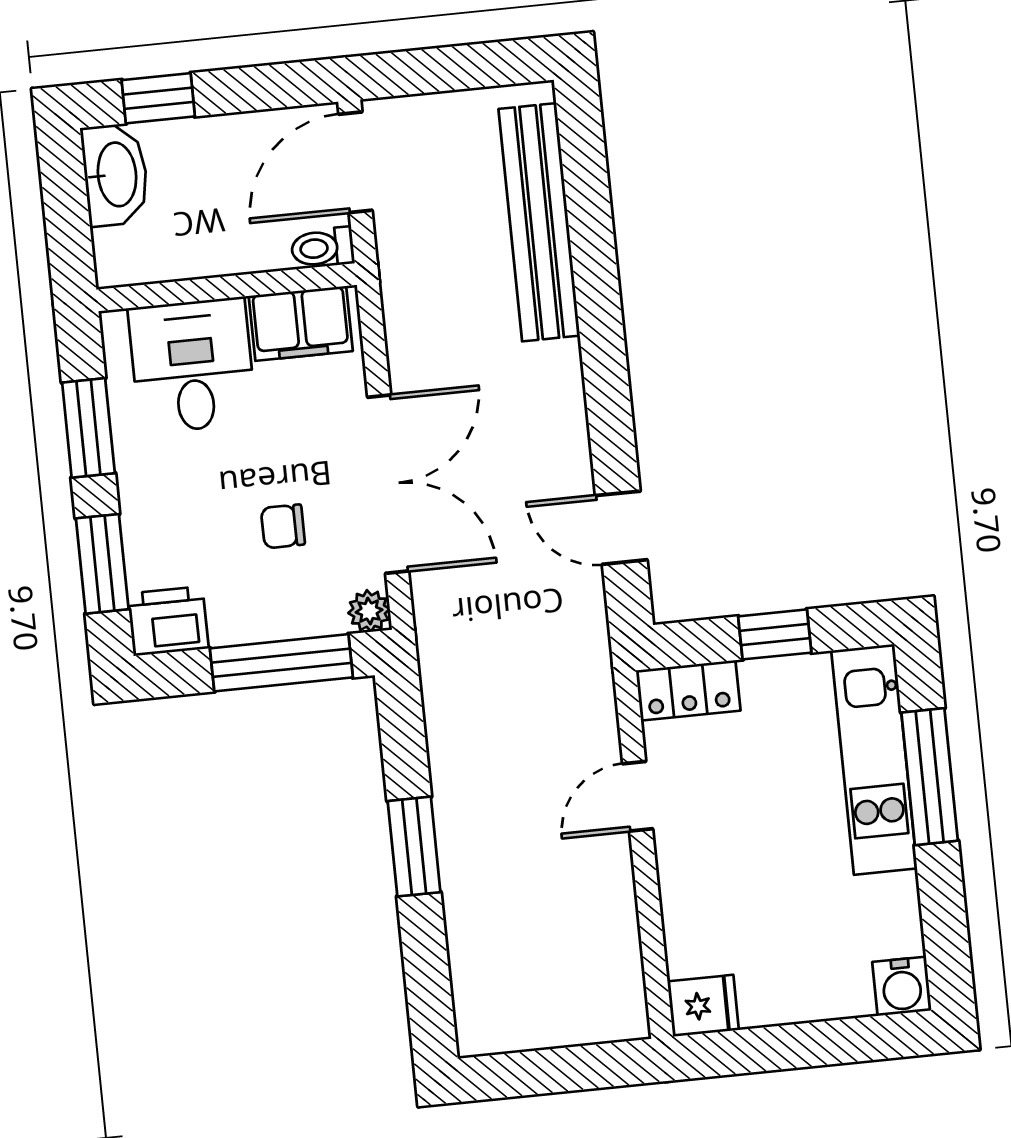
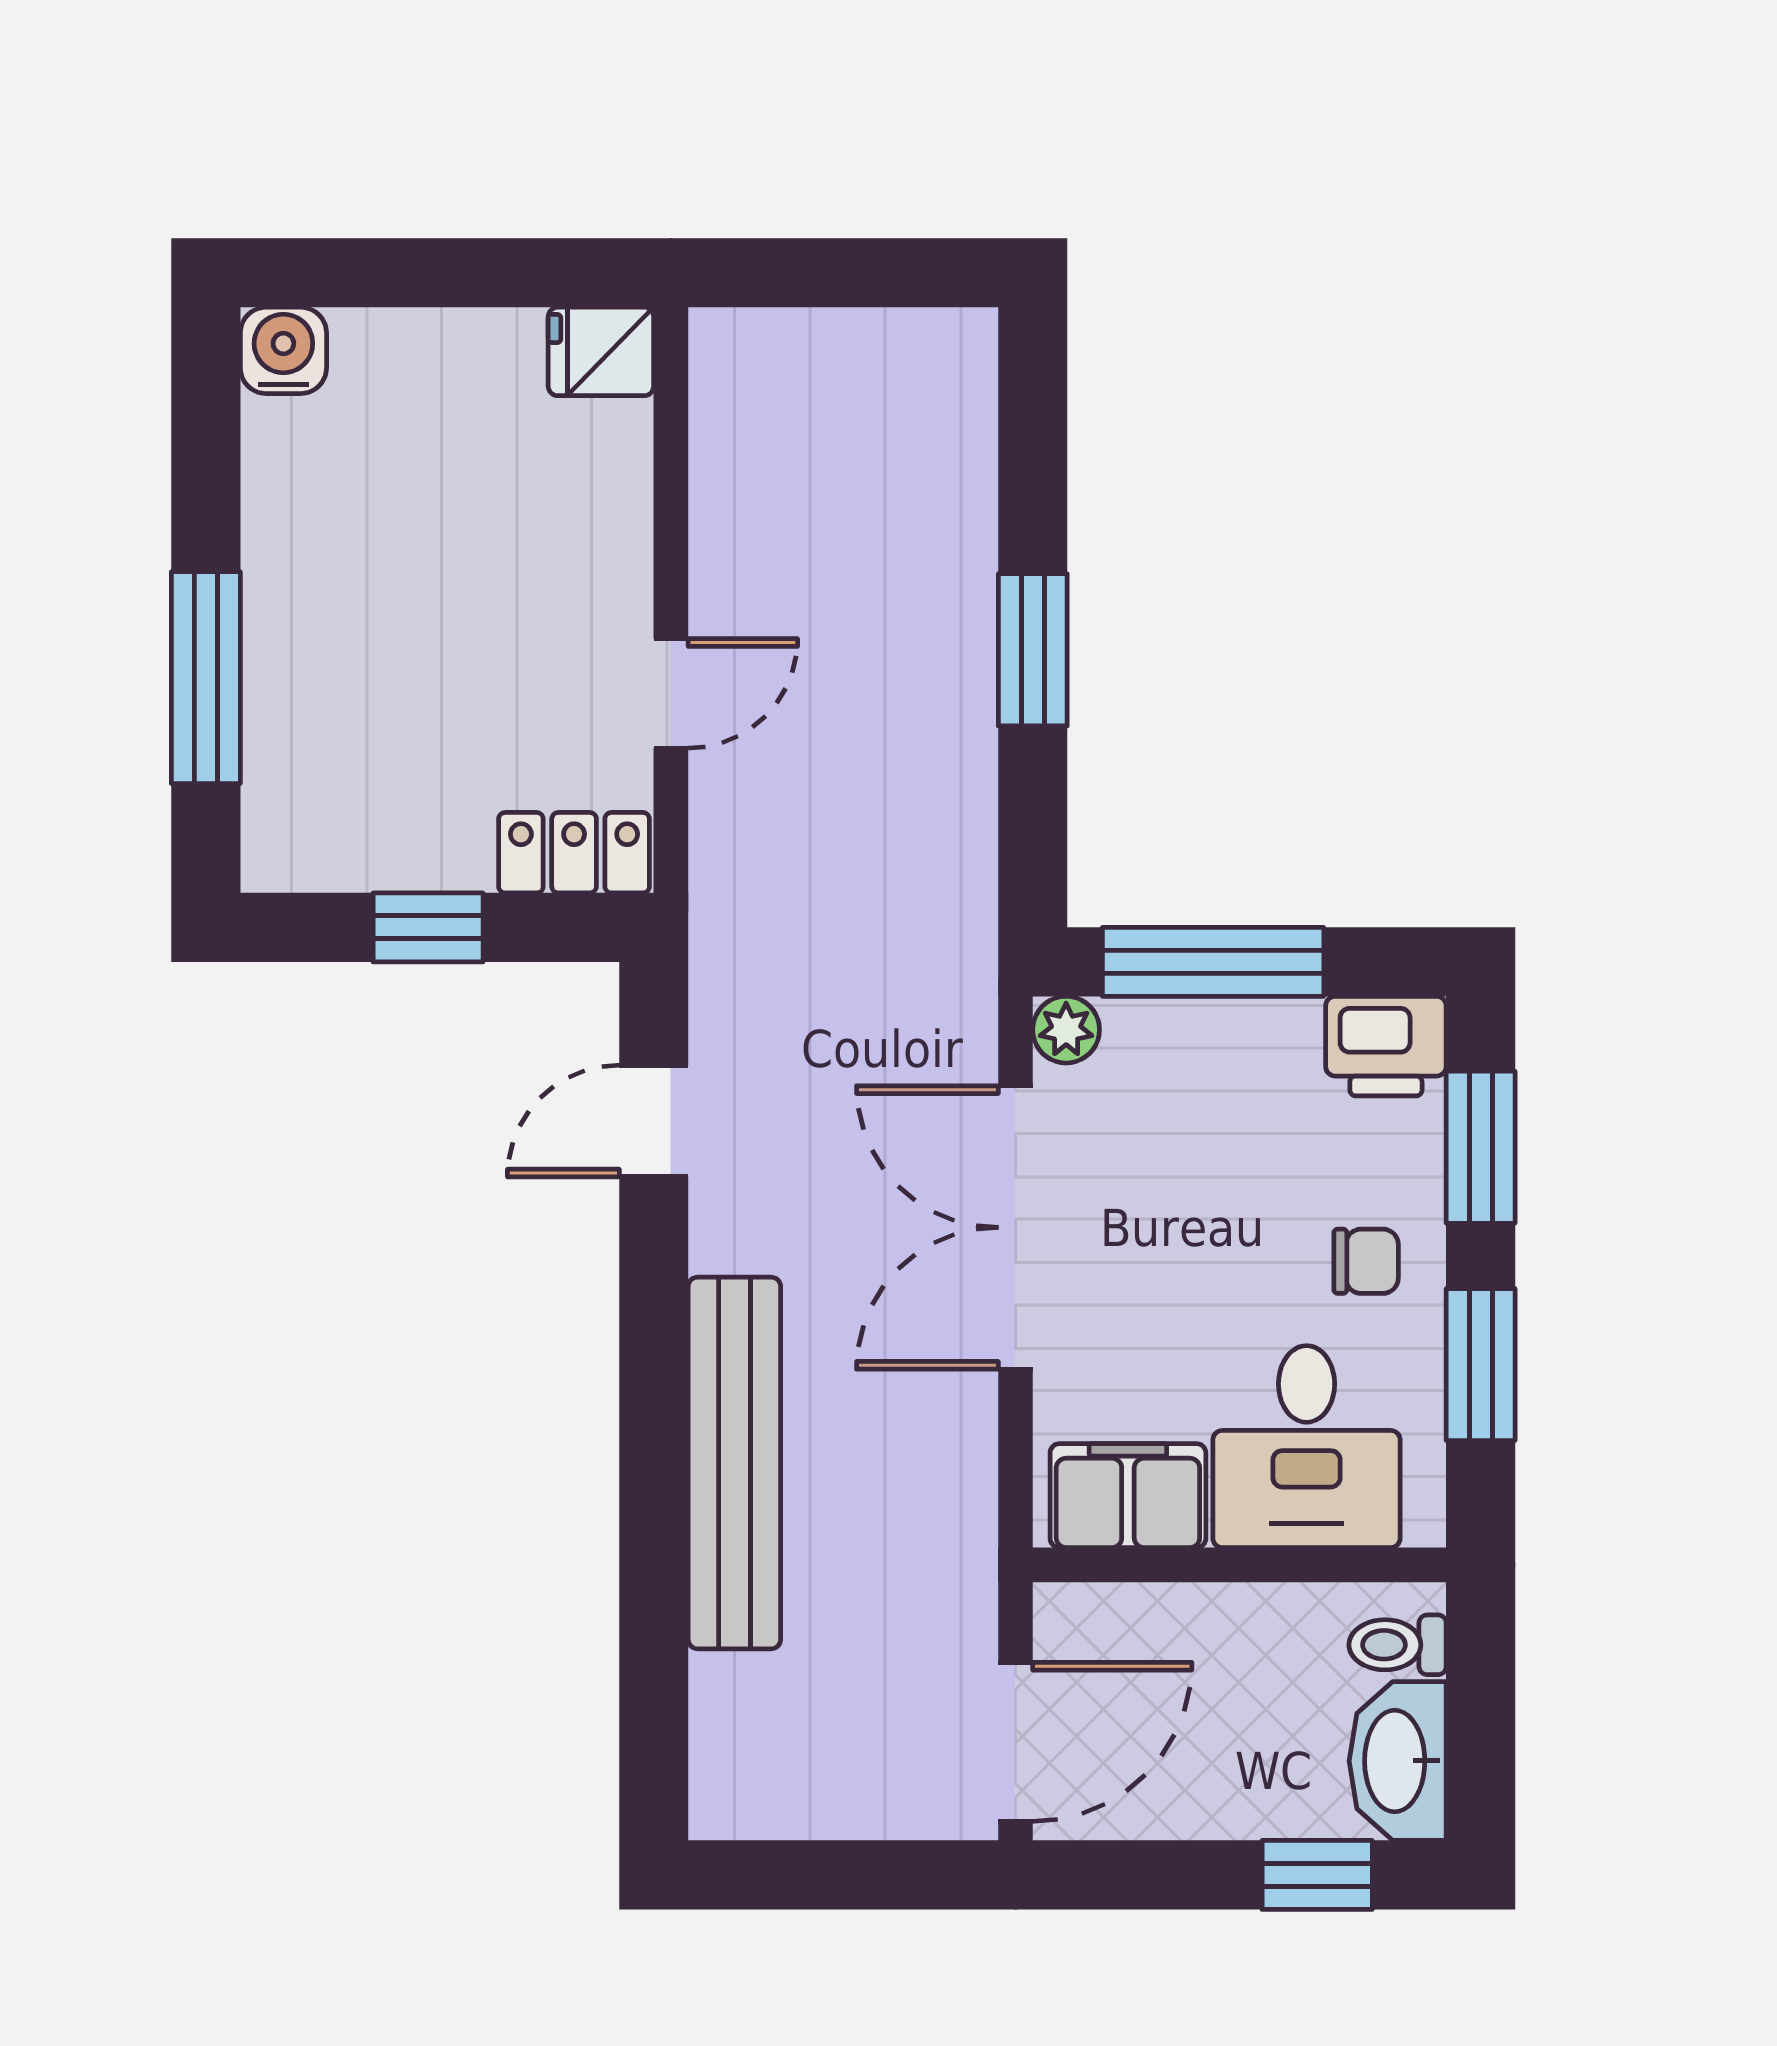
bench: (539, 222) -> (734, 1463), moved
toilet: (323, 248) -> (1398, 1645), moved, turned 180
chair: (283, 526) -> (1366, 1261), moved
door: (621, 528) -> (654, 1121), swing flipped
kitchen unit: (874, 759) -> (291, 714), removed

